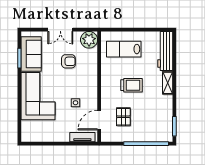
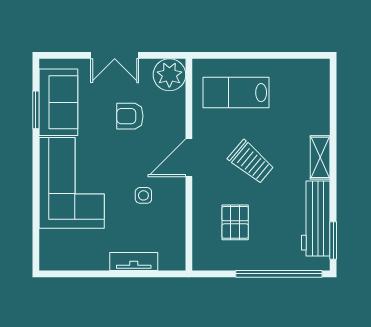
workbench: (165, 51) -> (316, 218), moved
armchair: (68, 61) -> (130, 116), turned 180
trolley: (132, 85) -> (251, 162), turned 40
door: (99, 120) -> (189, 158), moved
tv unit: (82, 137) -> (134, 262), moved

